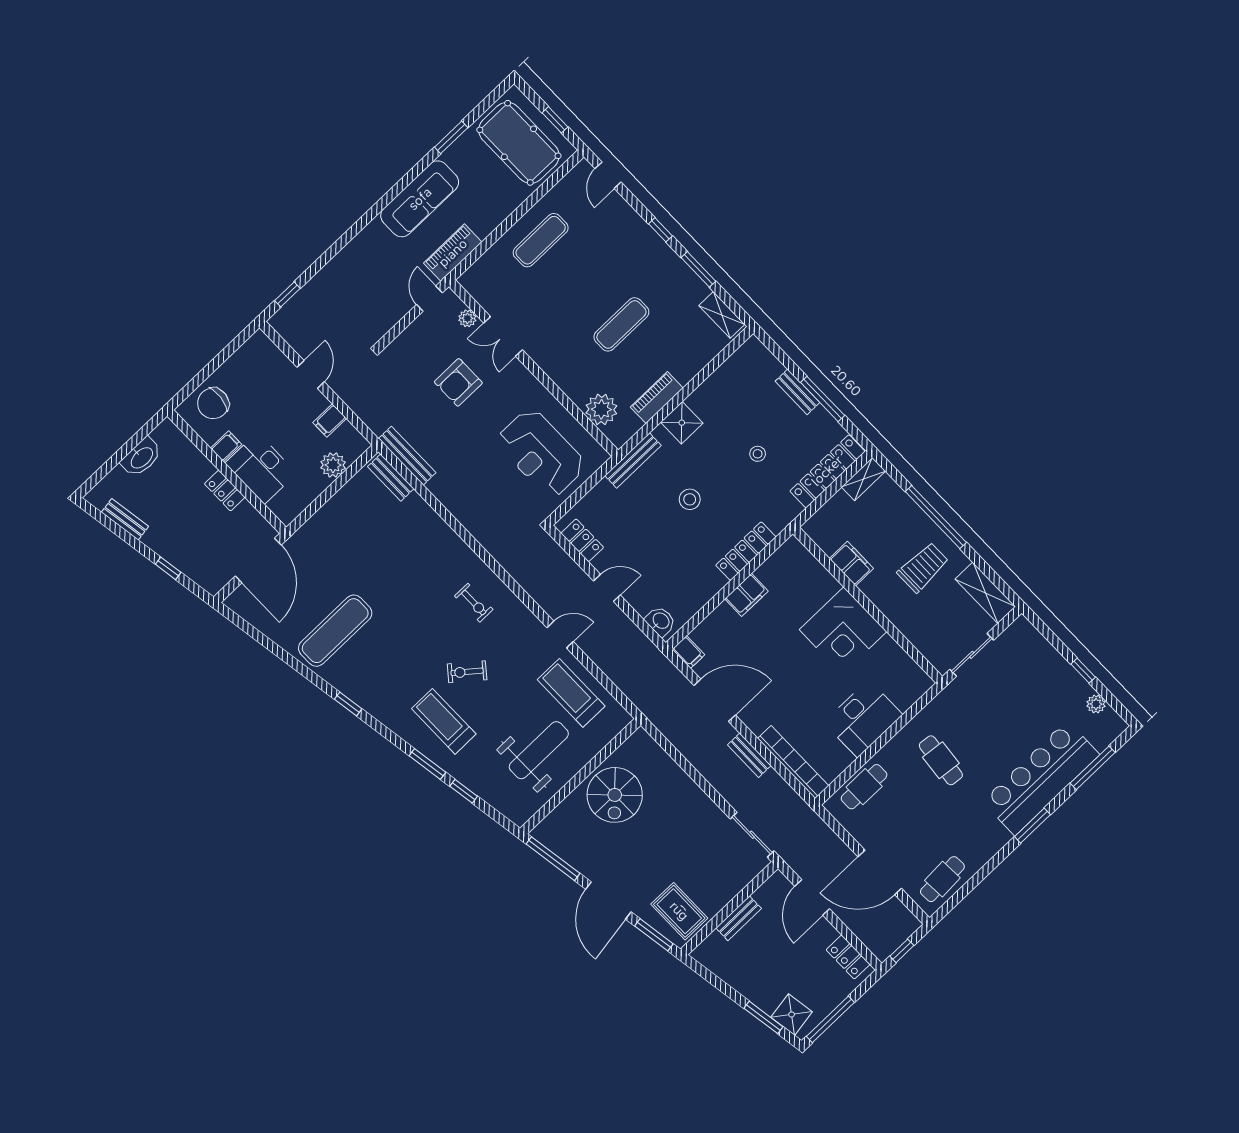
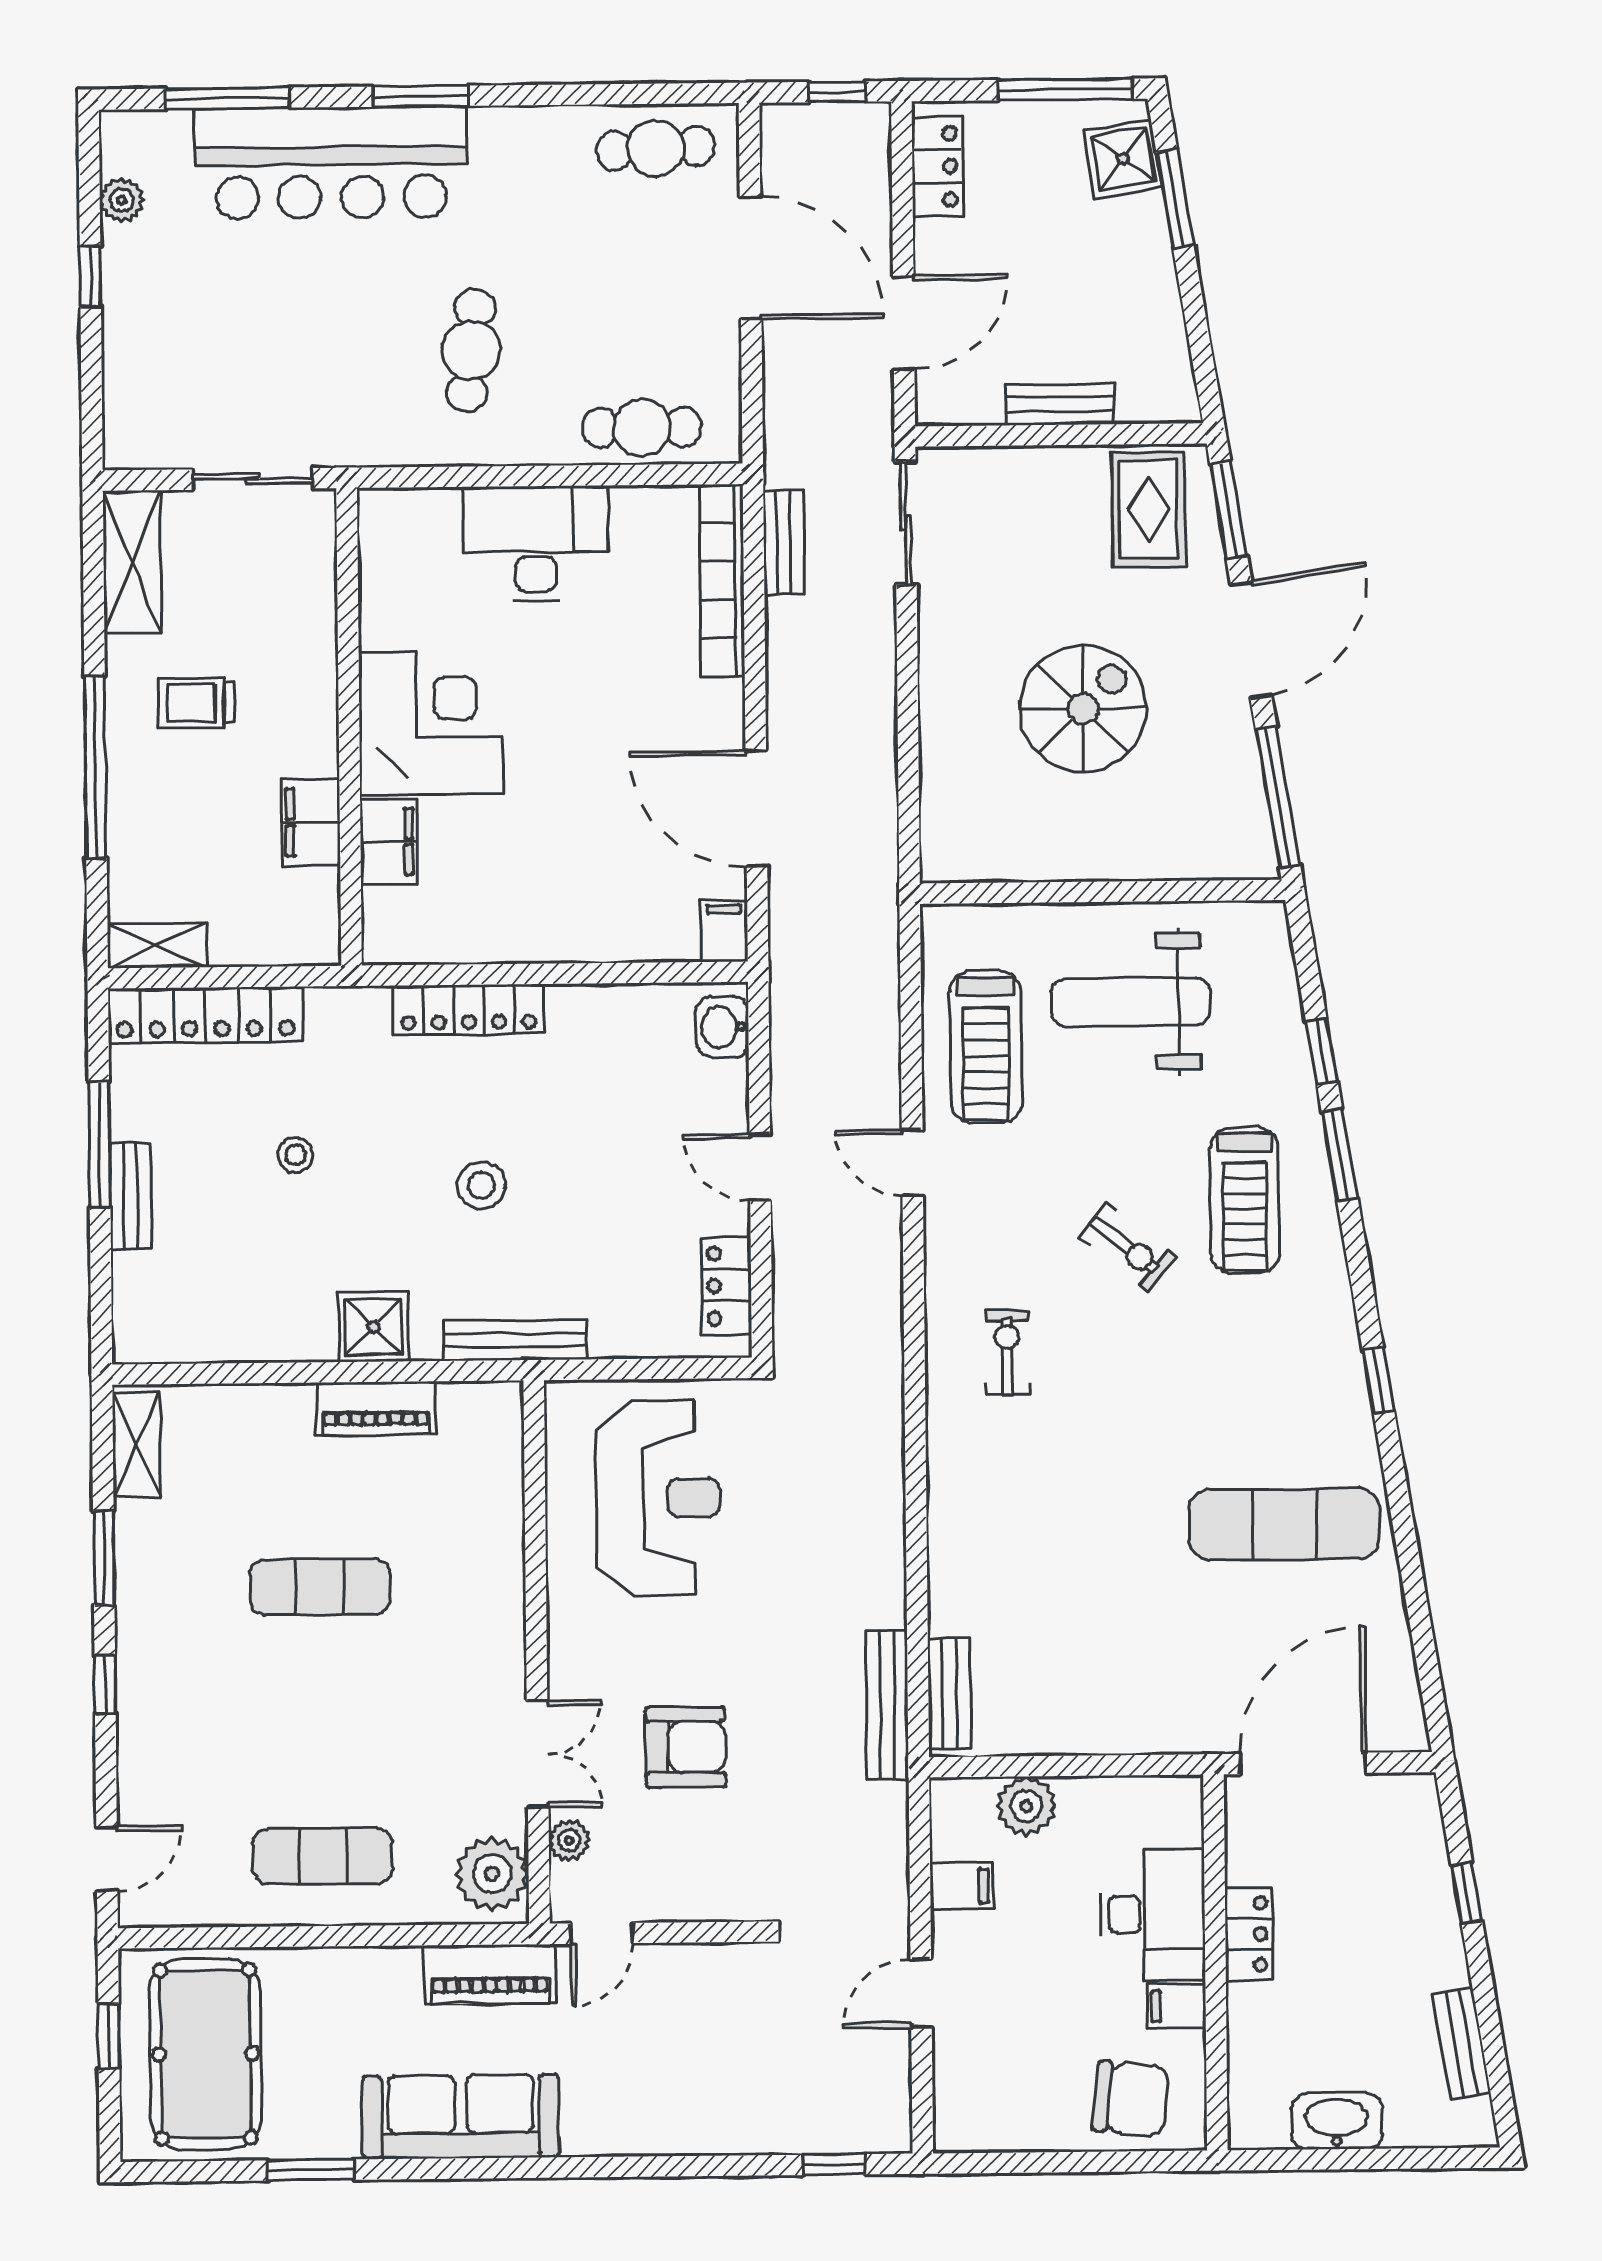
plant: (601, 409) -> (492, 1874), moved
trolley: (923, 567) -> (197, 703), width x0.73, depth x0.72
filing cabinet: (746, 595) -> (389, 842), moved, turned 90
bench: (749, 755) -> (784, 542), moved
spiral stairs: (615, 795) -> (1083, 709), moved

